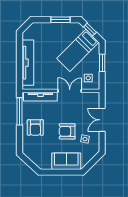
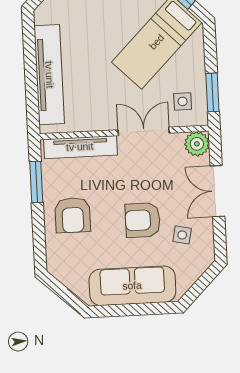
window: (102, 63) -> (212, 92), moved
plant: (94, 98) -> (197, 144), added
window: (19, 111) -> (36, 182), width x0.69
sofa: (66, 161) -> (132, 286), width x1.36

